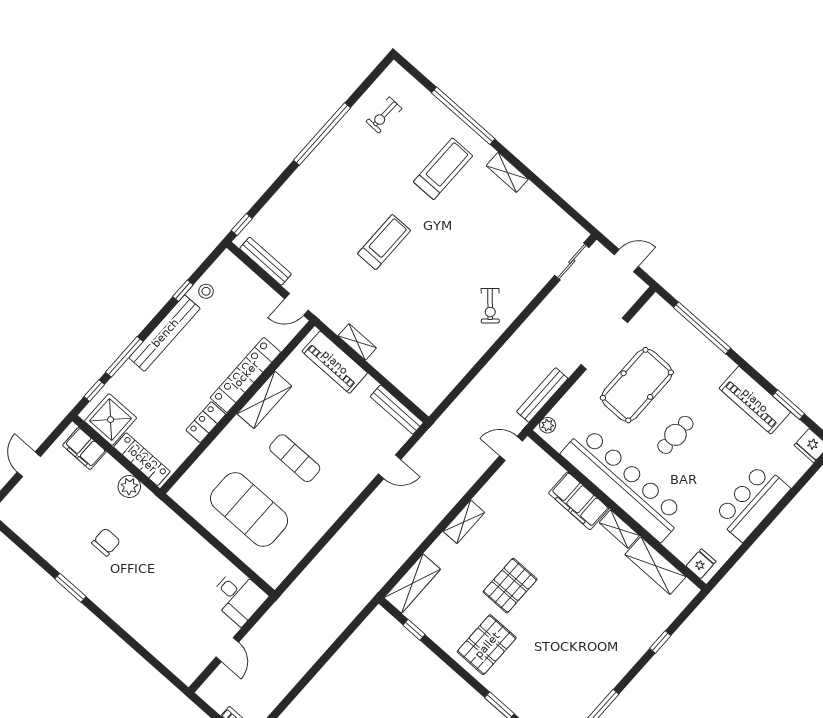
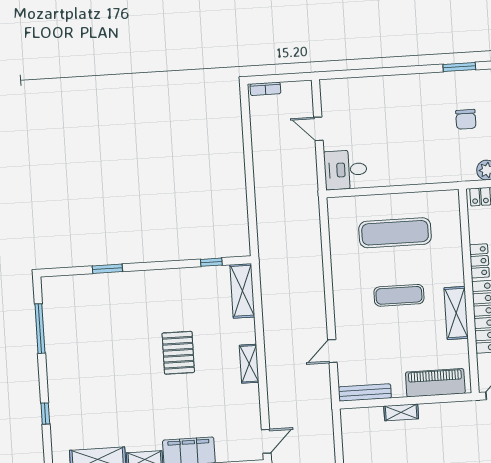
shelving: (357, 342) -> (401, 412), moved
exercise mat: (249, 510) -> (395, 233), width x0.68
pallet: (487, 645) -> (155, 300), removed

